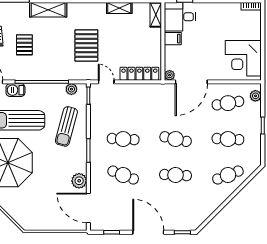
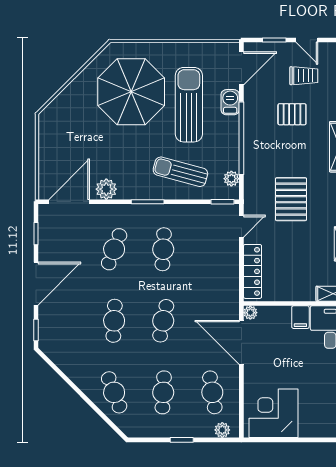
pallet: (86, 46) -> (291, 199), turned 90

